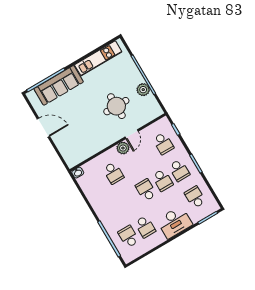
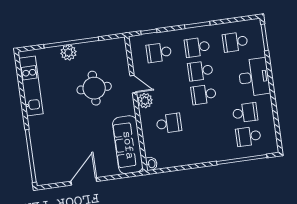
sofa: (59, 85) -> (128, 145), moved, turned 180
plant: (143, 90) -> (68, 53), moved
school desk: (163, 143) -> (159, 52), turned 180
school desk: (179, 170) -> (197, 47), turned 180
school desk: (163, 180) -> (200, 71), turned 180

